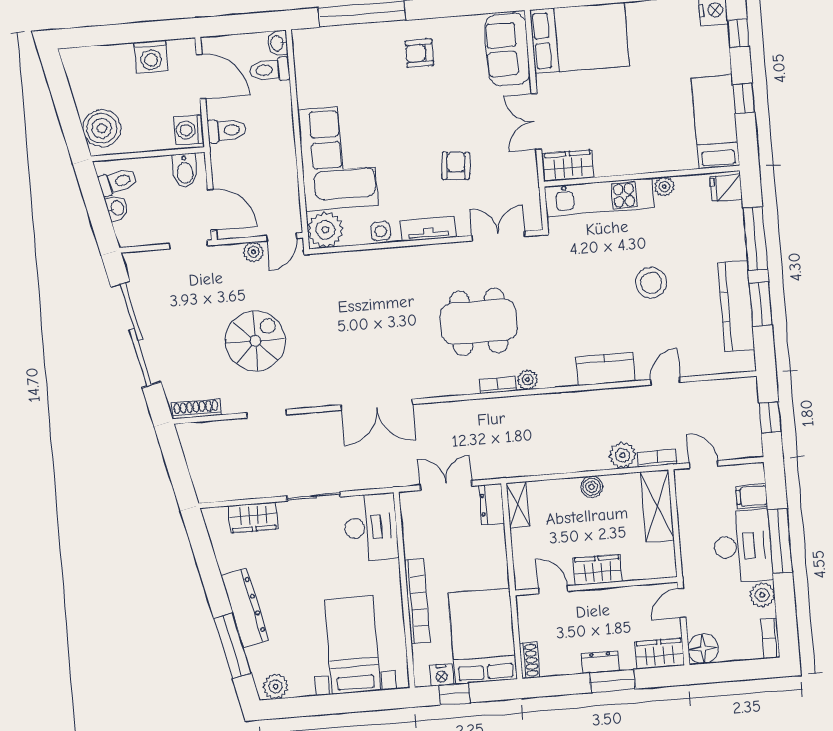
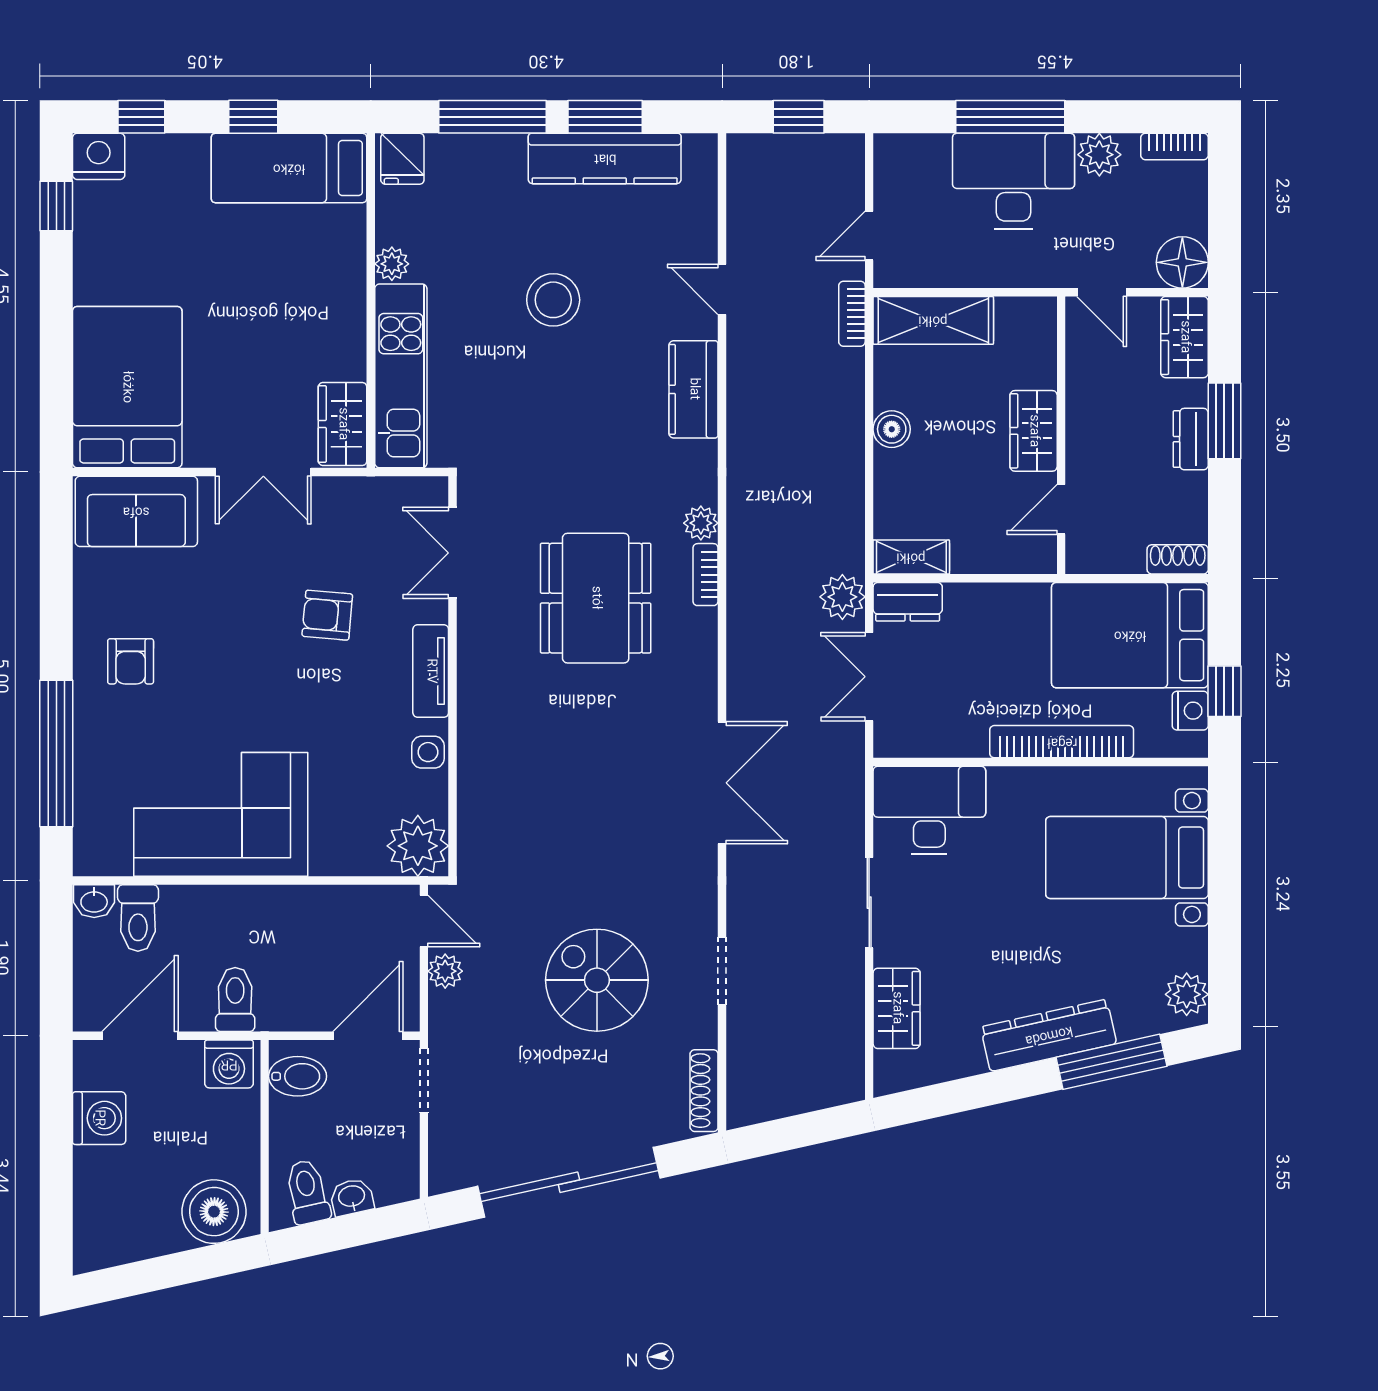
corner sofa: (338, 158) -> (221, 814), moved
plant: (623, 455) -> (842, 597), moved
filing cabinet: (752, 496) -> (930, 159), removed

